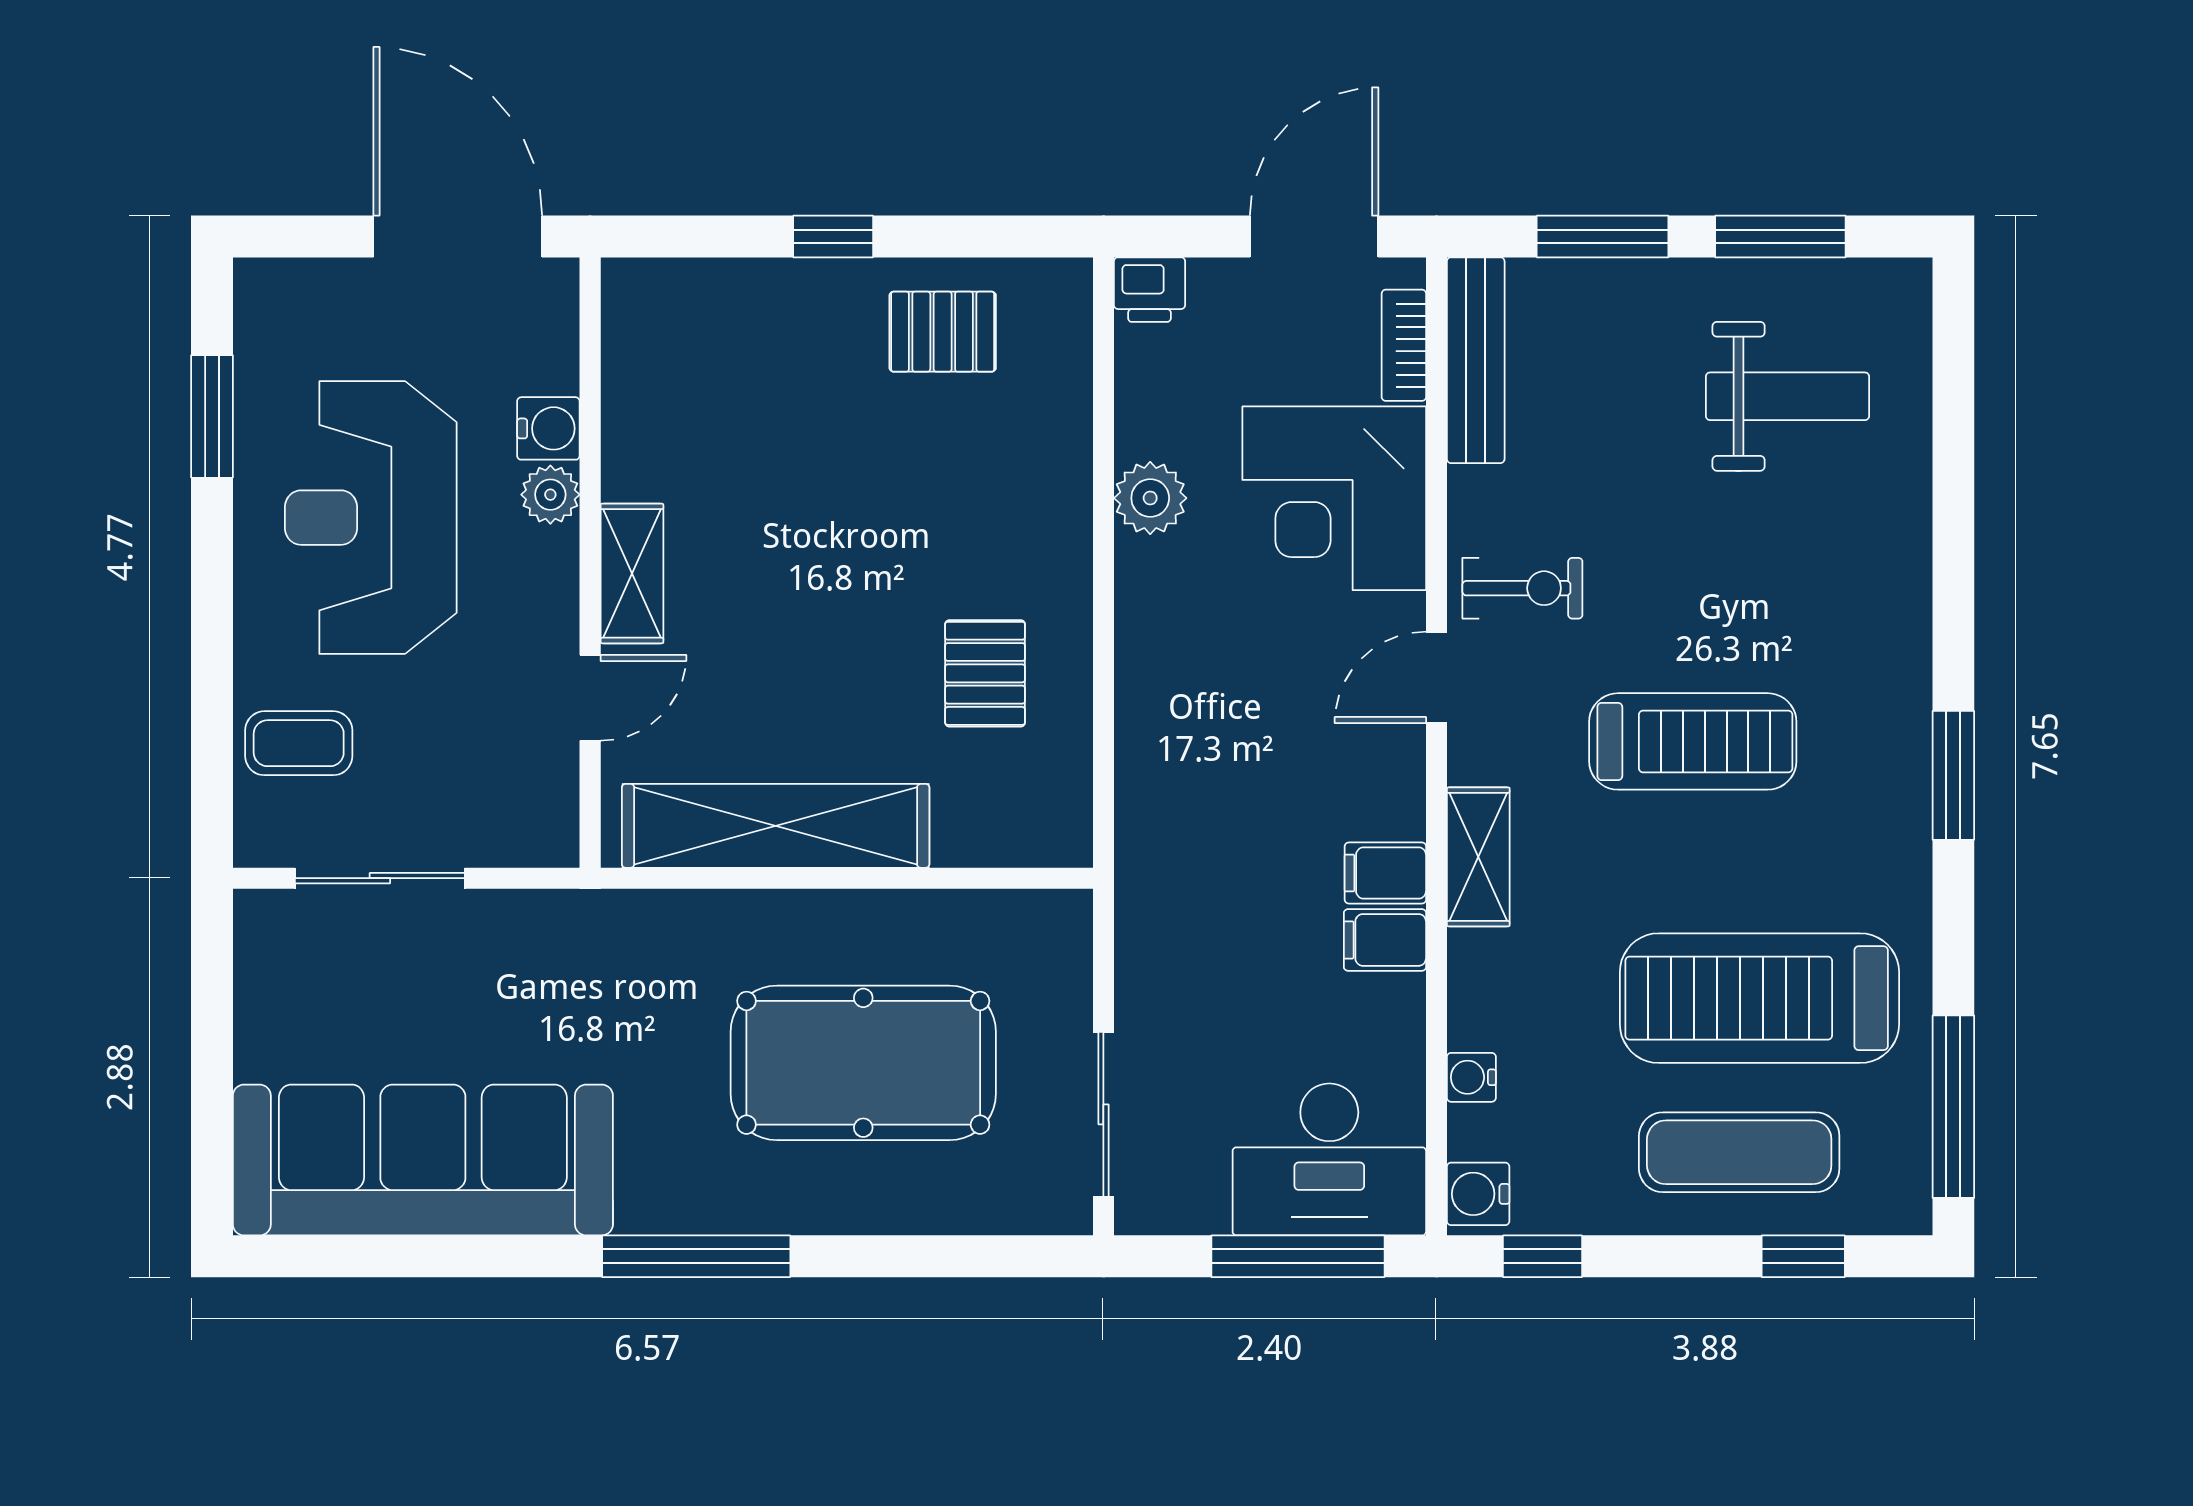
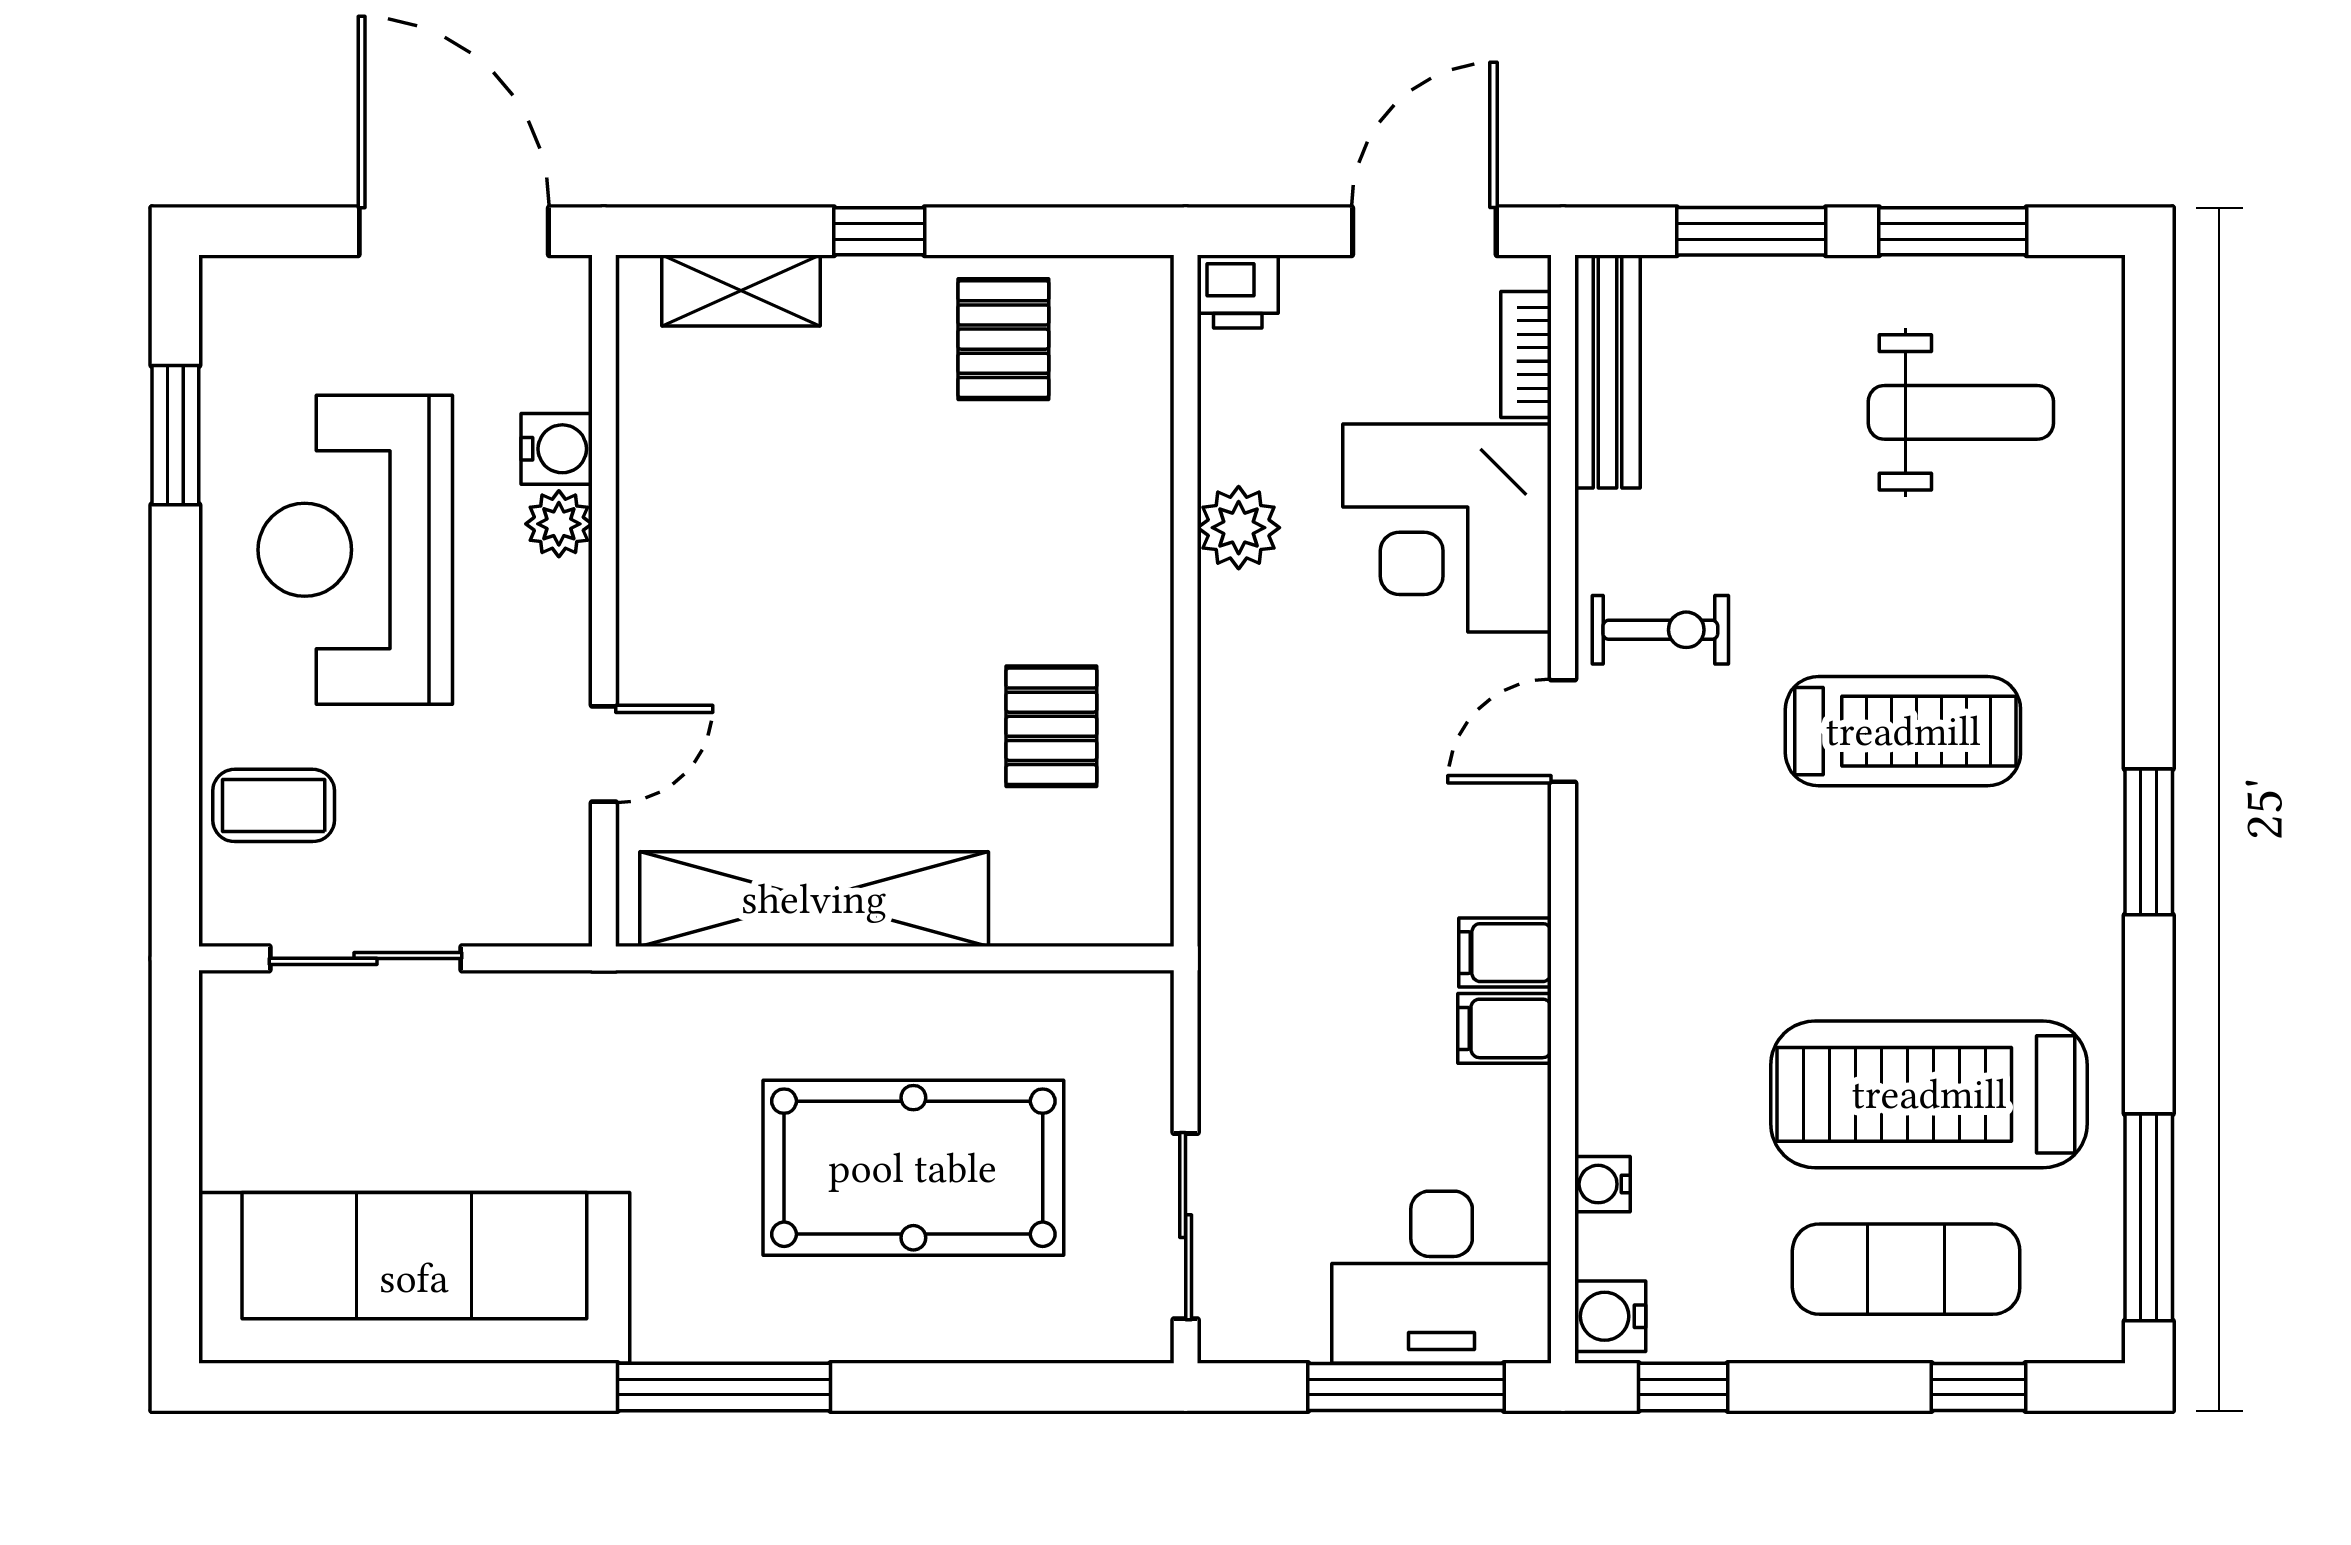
pallet: (943, 332) -> (1003, 339), turned 90
shelving: (632, 573) -> (741, 290), moved, turned 90
treadmill: (1693, 741) -> (1903, 731), moved
shelving: (1478, 857) -> (1610, 934), removed

